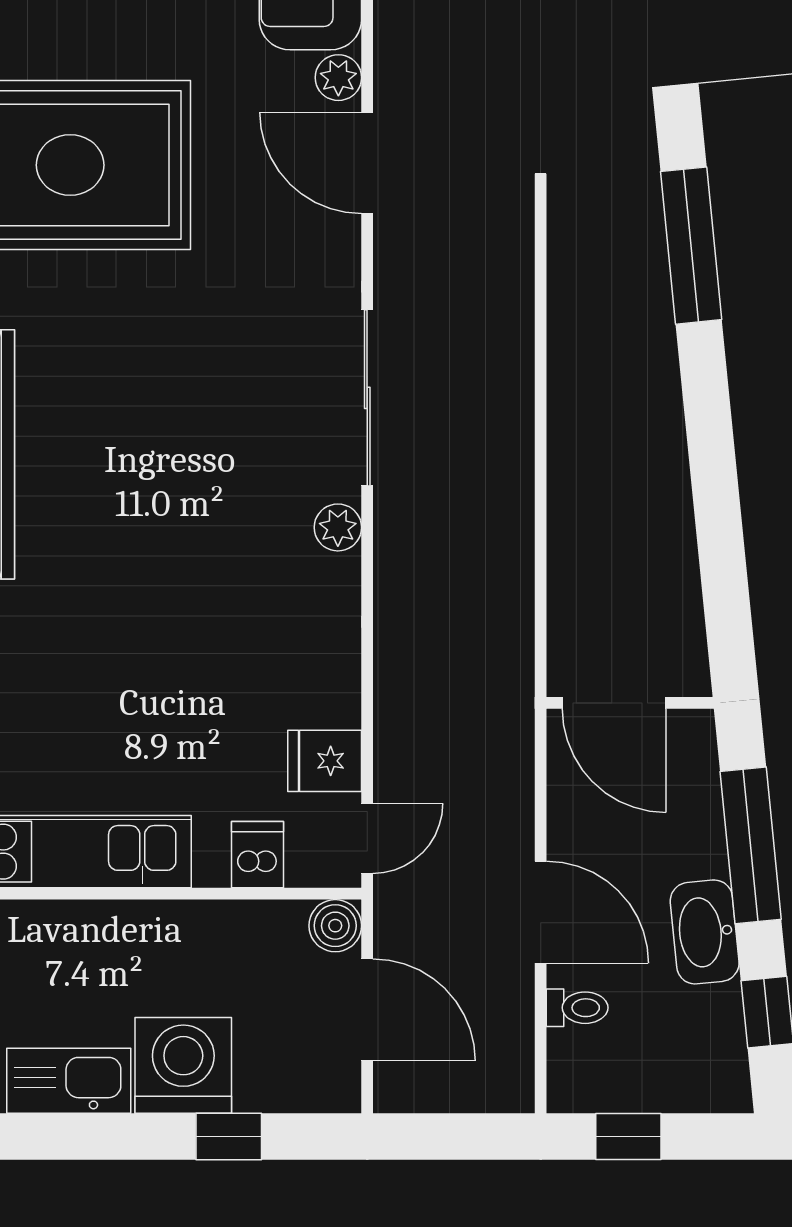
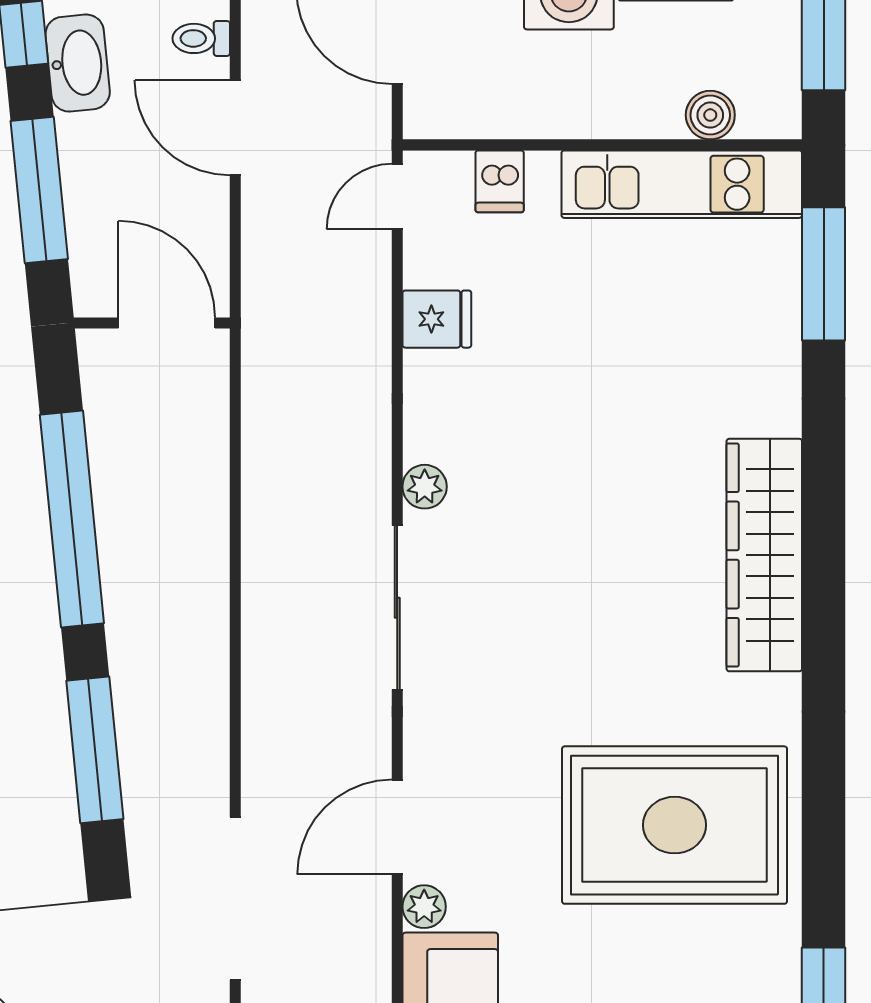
door: (367, 163) -> (397, 827), swing flipped
window: (716, 493) -> (72, 519), added
fridge: (325, 761) -> (437, 319), moved
boiler: (335, 926) -> (710, 115), moved
washbasin: (705, 932) -> (78, 63), moved

